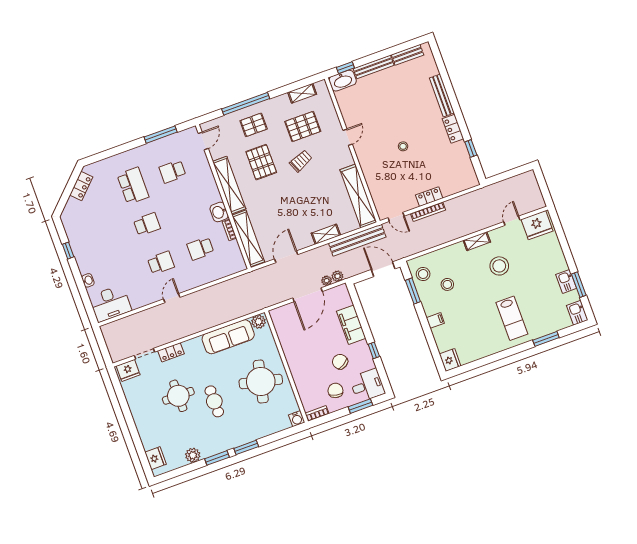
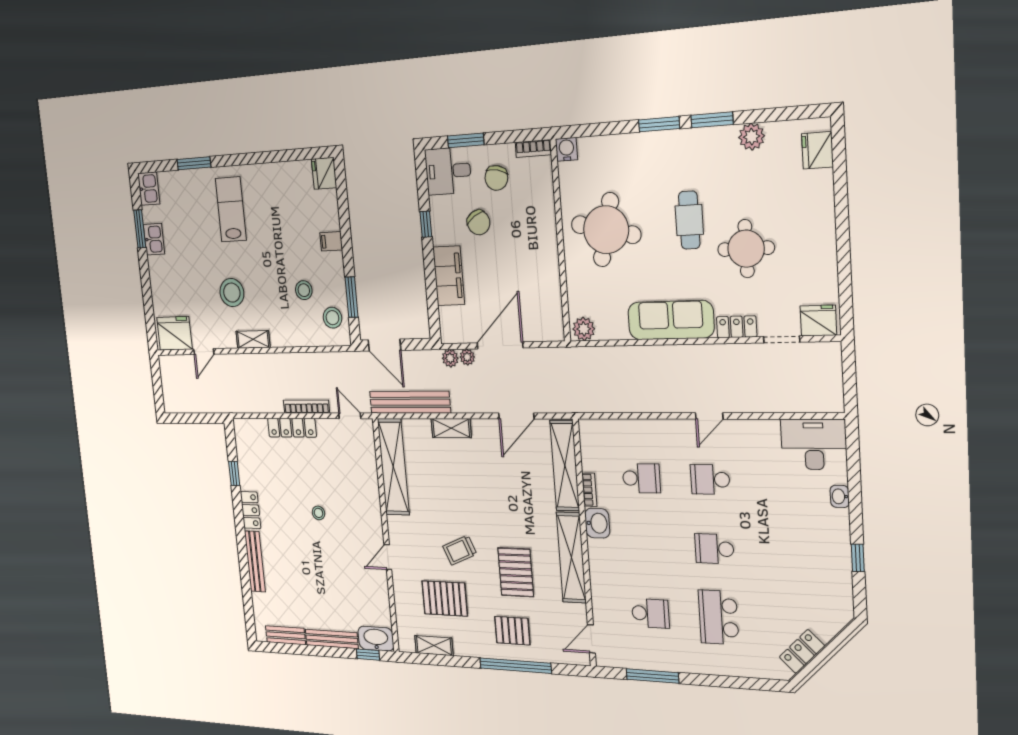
locker: (429, 197) -> (292, 428), width x1.53
sofa: (228, 337) -> (671, 320), moved

